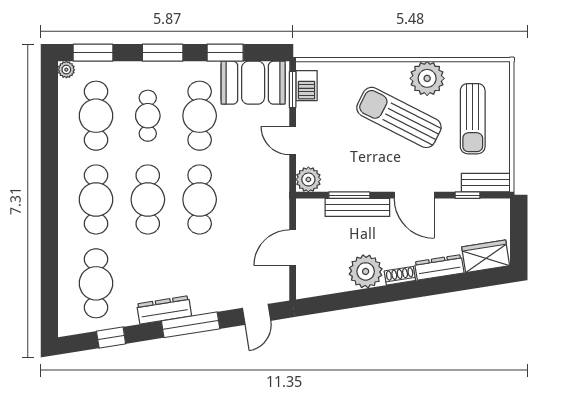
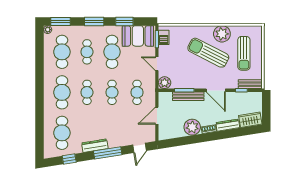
cafe table: (148, 199) -> (87, 92), width x0.73, depth x0.74
cafe table: (200, 199) -> (112, 92), width x0.73, depth x0.74
cafe table: (251, 199) -> (137, 92), added

